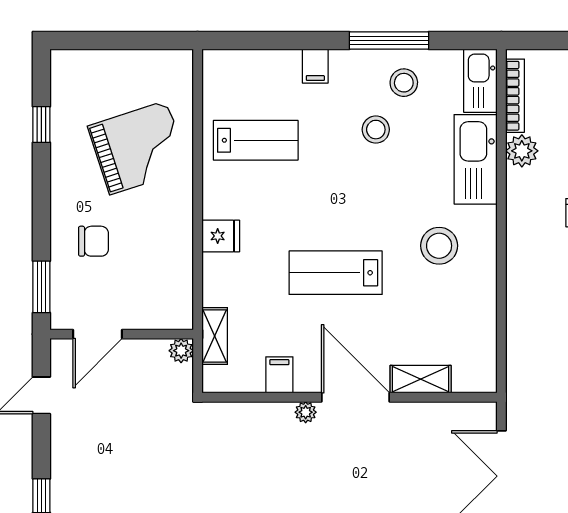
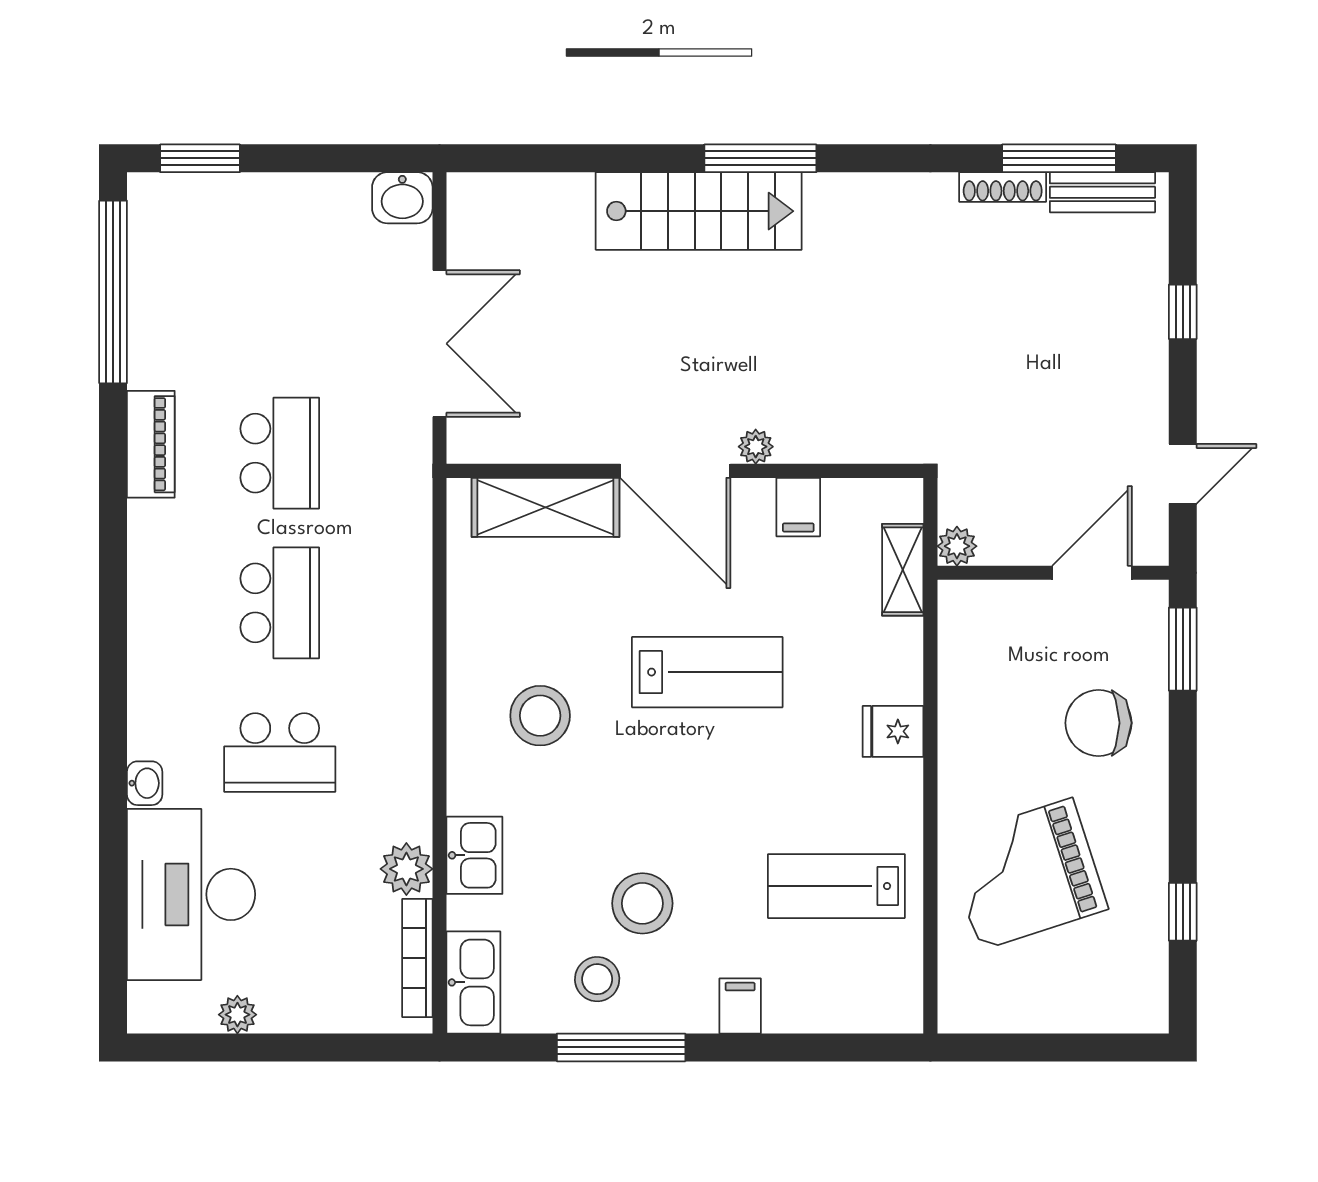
stool: (376, 130) -> (642, 903), width x1.38, depth x1.38
kitchen sink: (476, 159) -> (474, 855), width x0.53, depth x0.81
chair: (94, 241) -> (1098, 723), width x1.37, depth x1.37
shelving: (421, 379) -> (545, 507), width x1.50, depth x1.33

